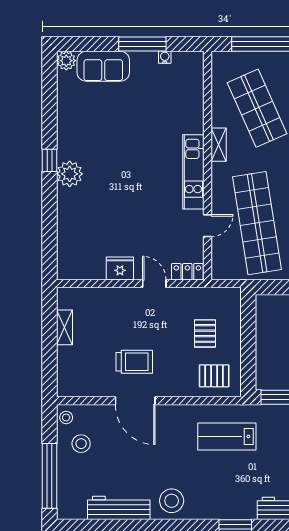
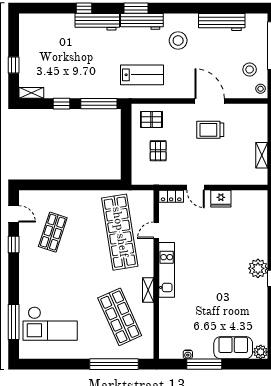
stool: (172, 501) -> (178, 41), moved
workbench: (227, 509) -> (142, 21), added

